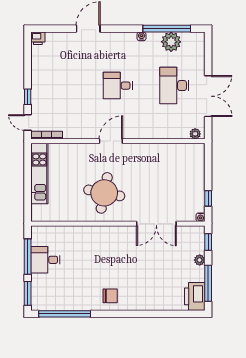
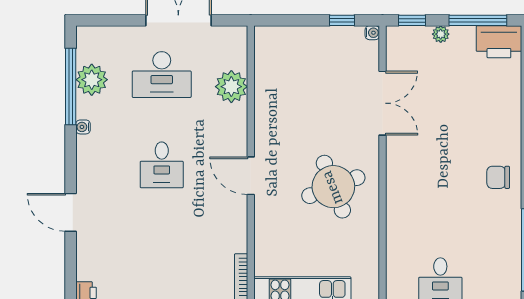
plant: (195, 134) -> (231, 87), moved, width x1.87, depth x1.87
round table: (104, 193) -> (333, 187), turned -32
chair: (110, 296) -> (498, 177), turned -90

